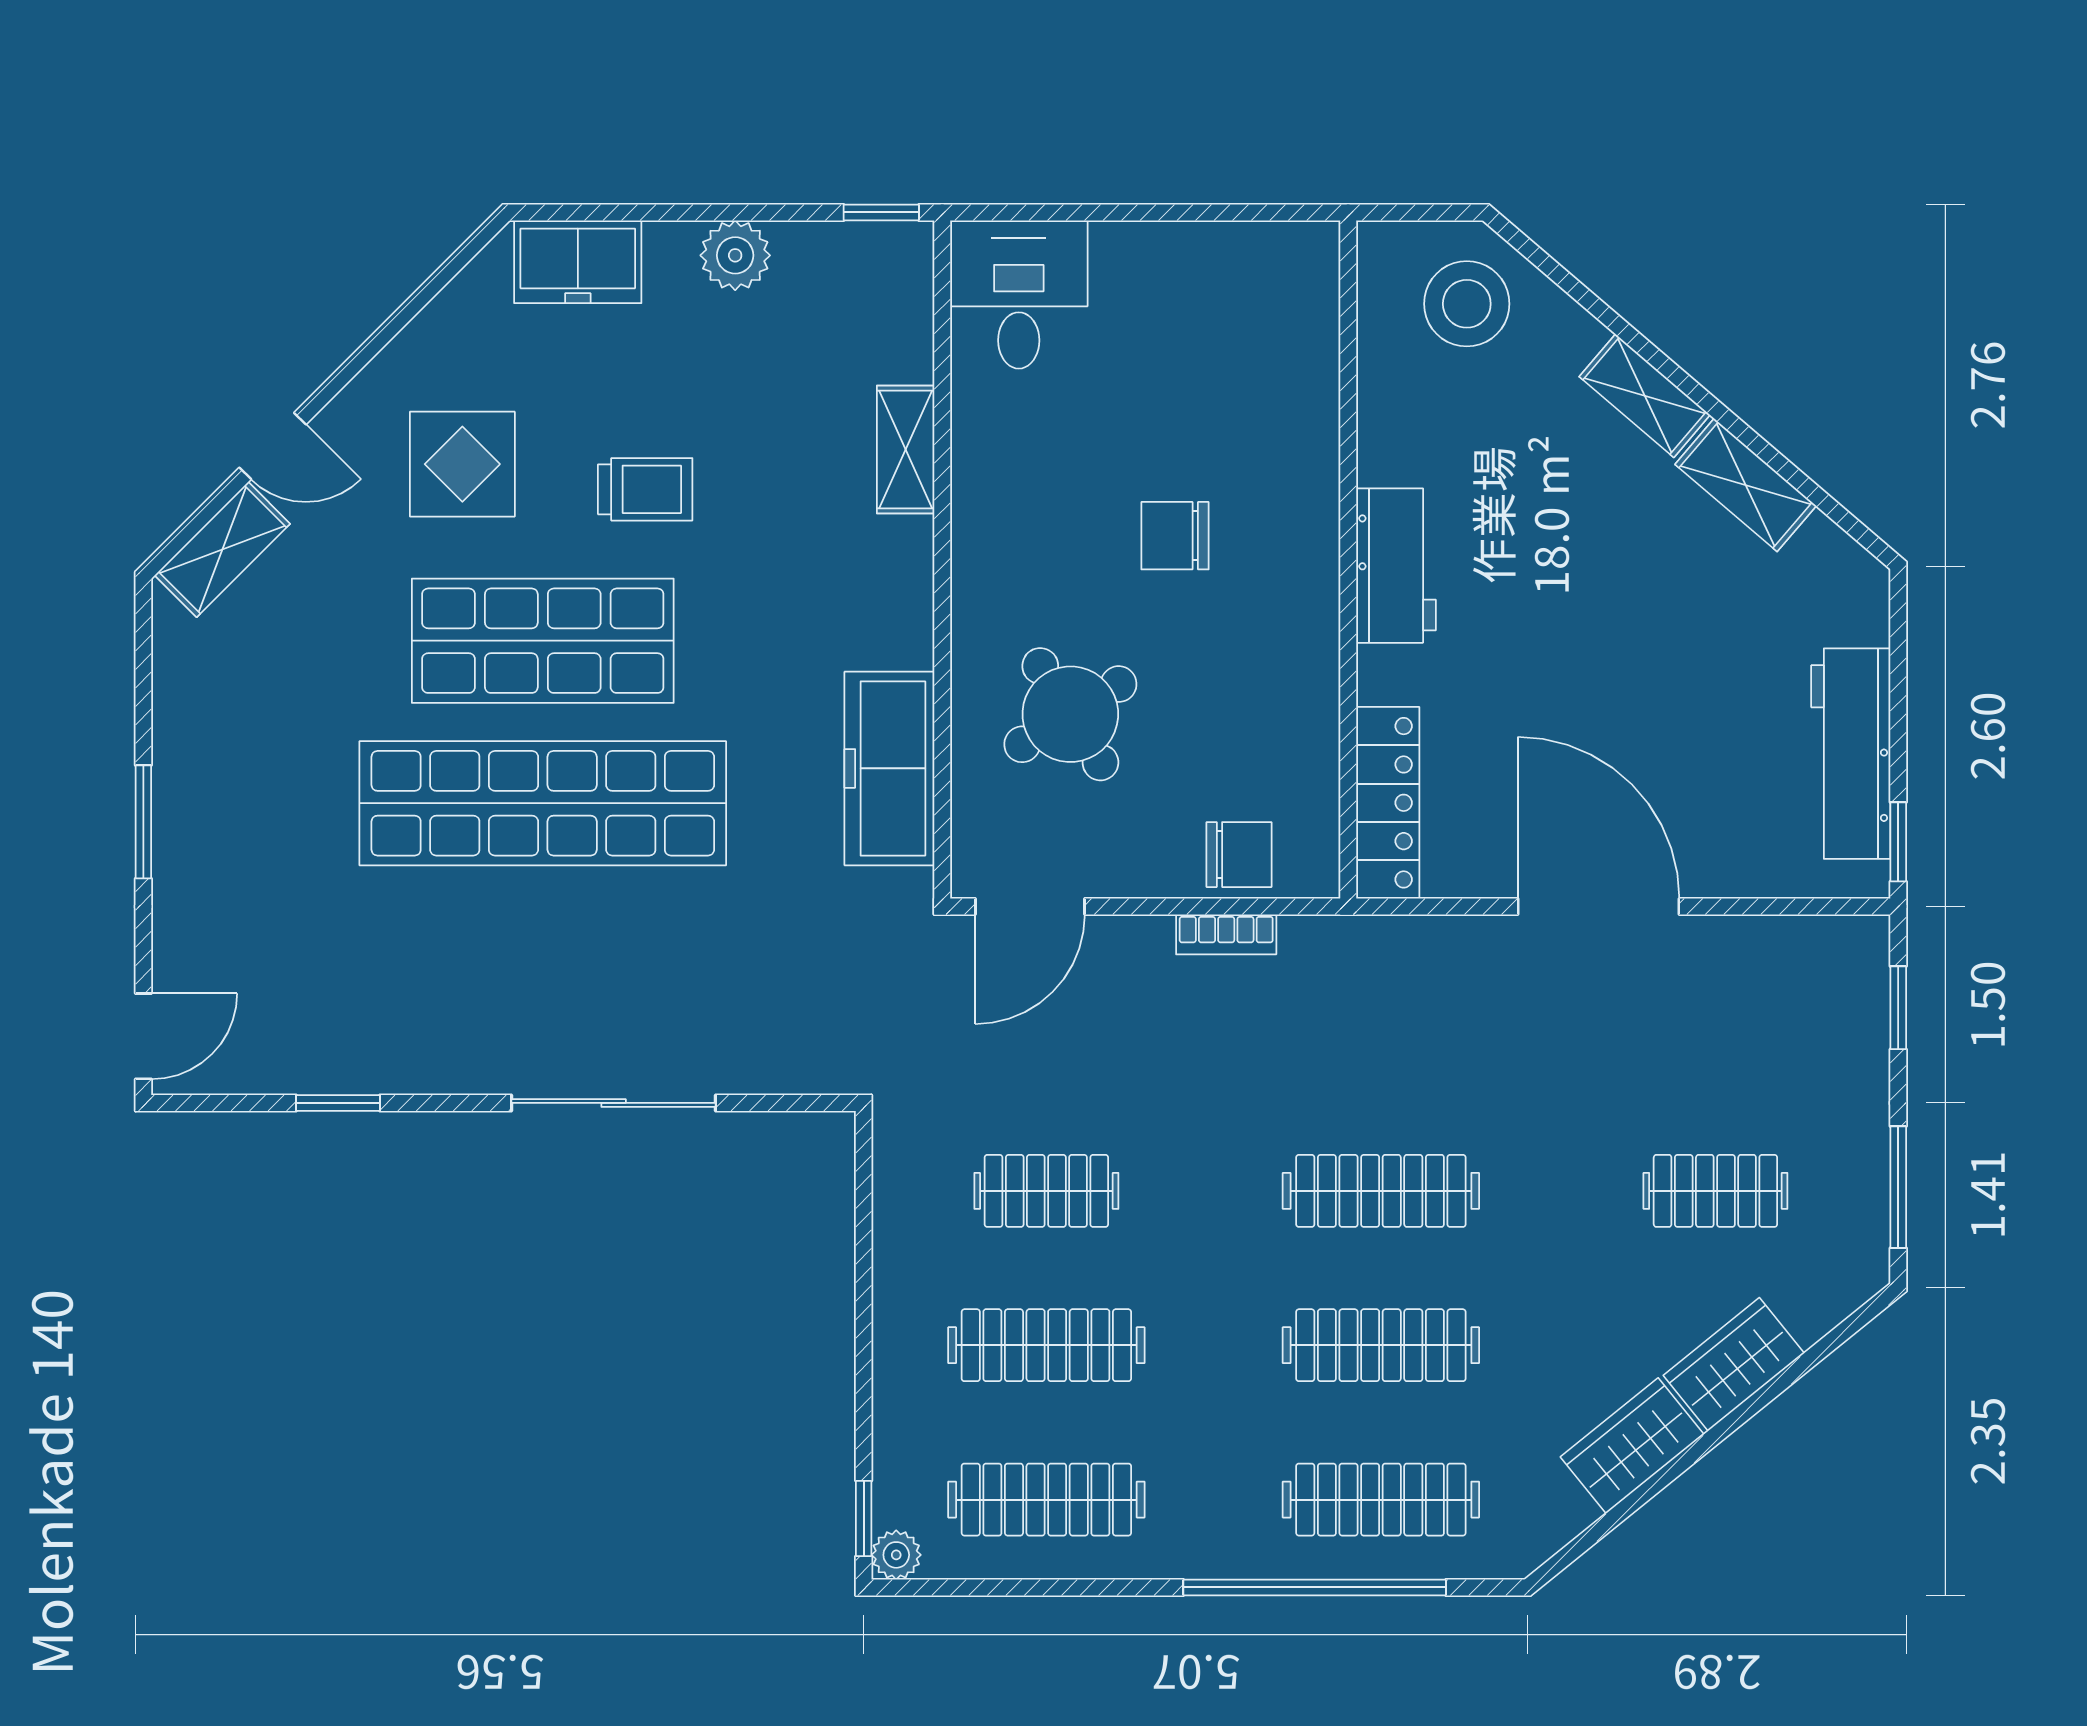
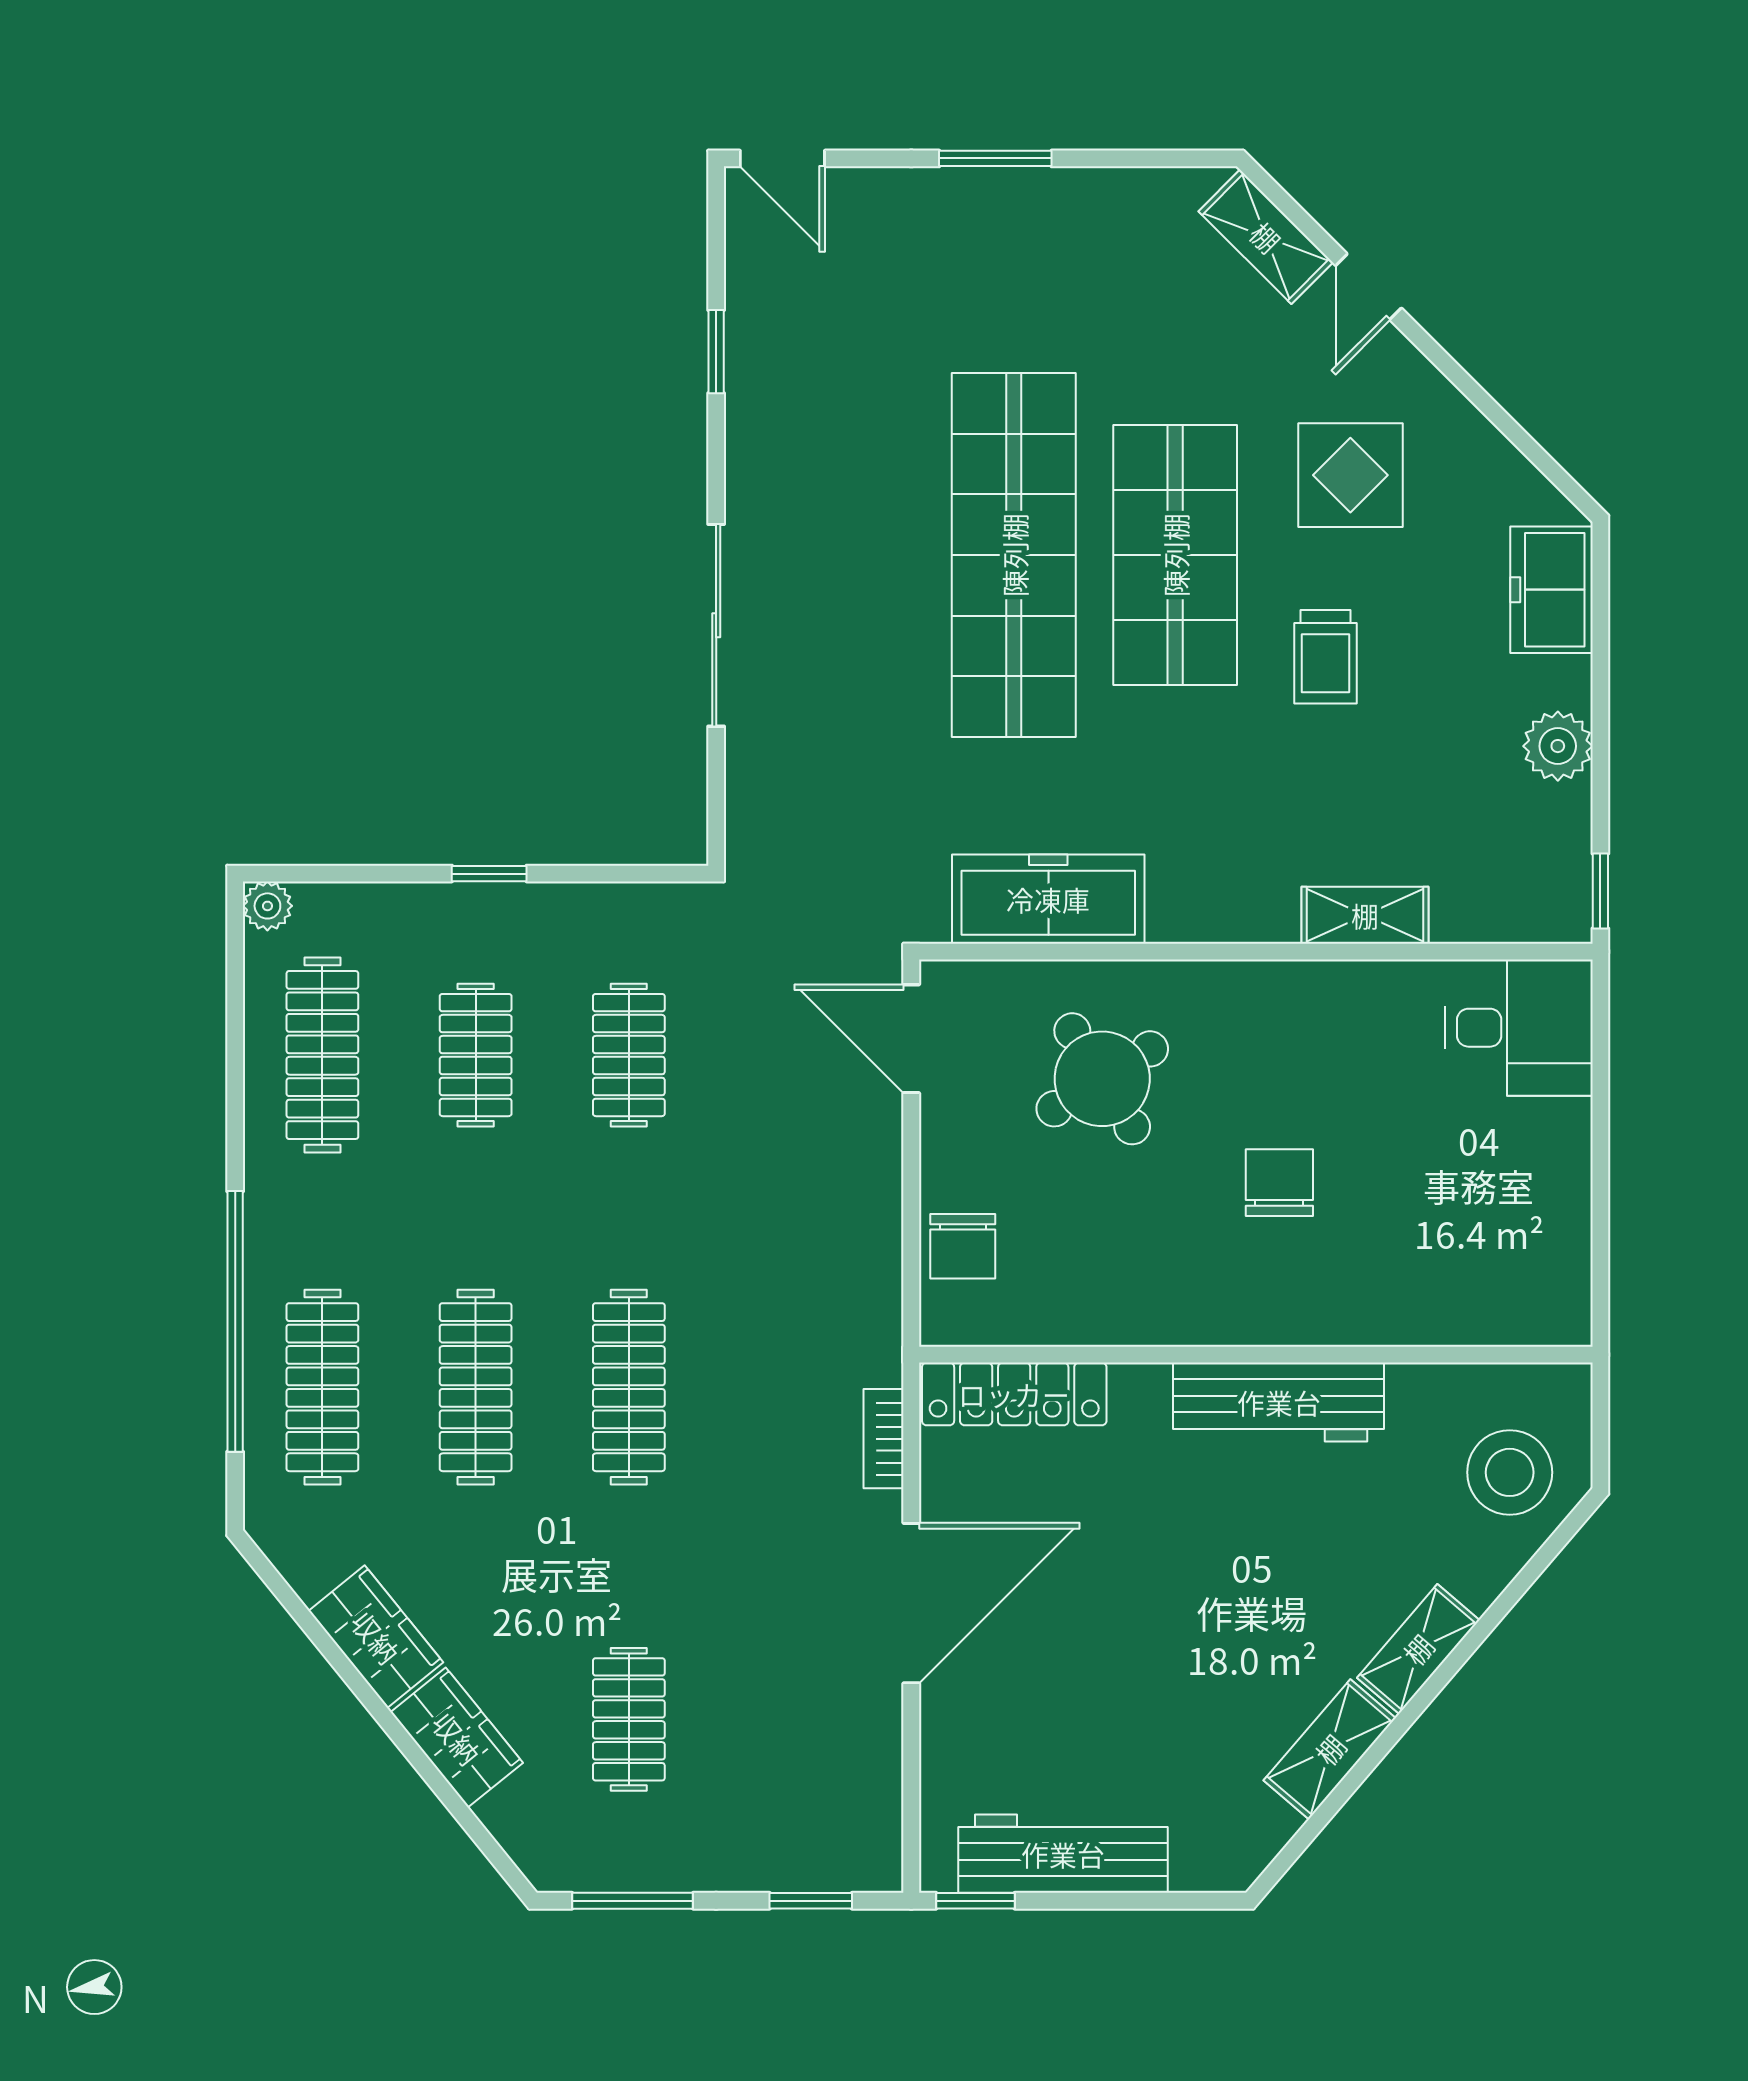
workbench: (1396, 566) -> (1279, 1402), width x1.38
bookcase: (1226, 934) -> (884, 1439), moved
clothes rail: (1046, 1345) -> (476, 1055), width x0.73
window: (864, 1519) -> (489, 874), moved

